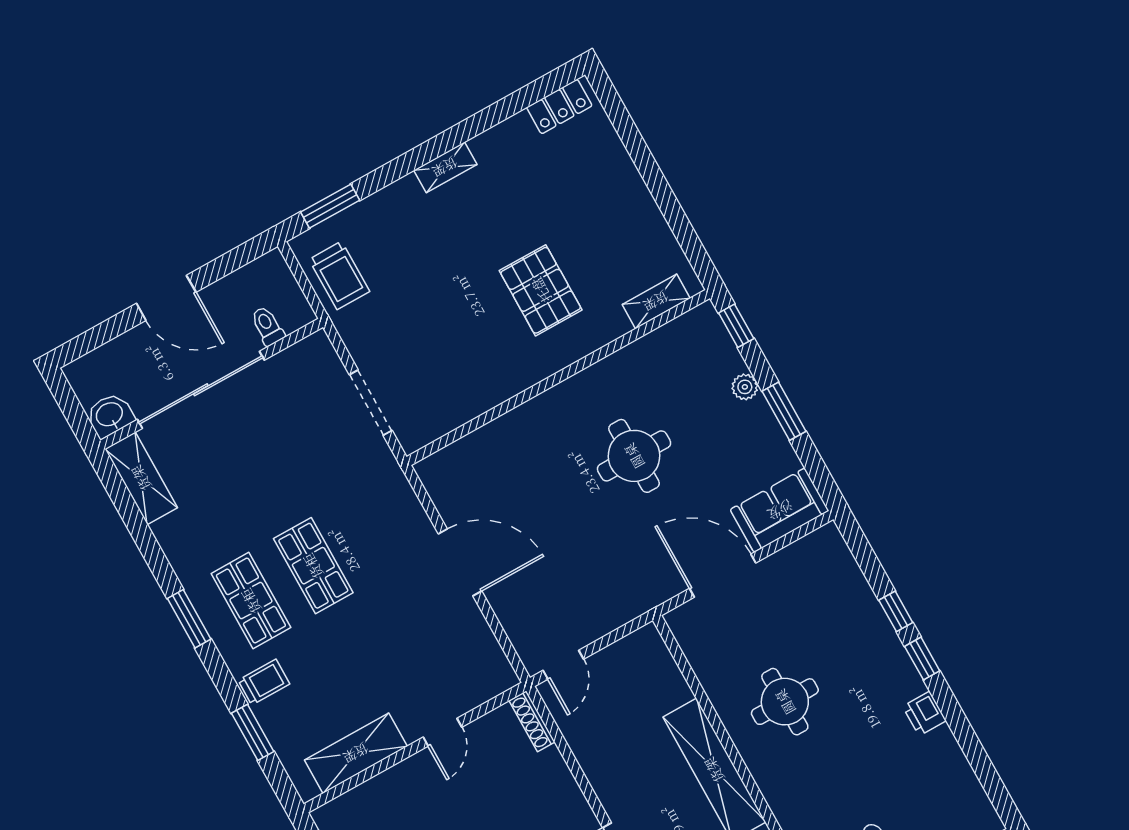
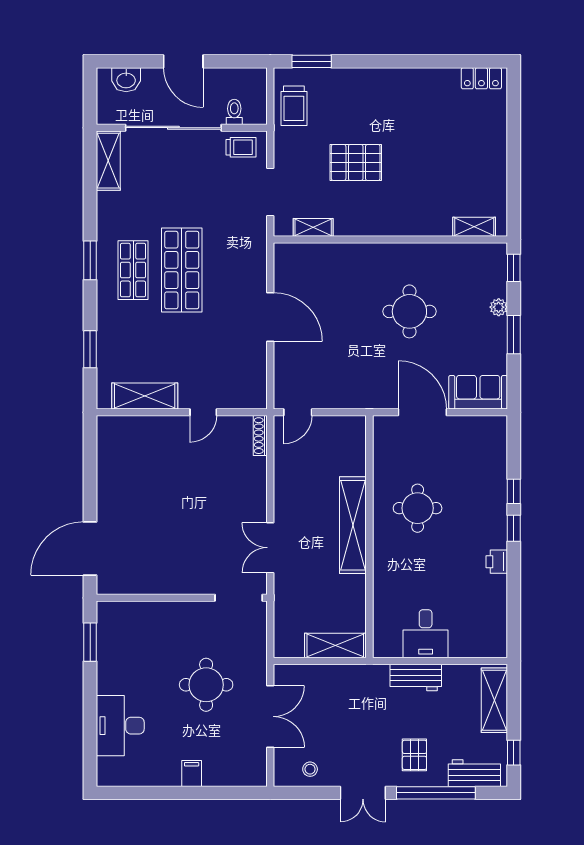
shelving: (445, 167) -> (313, 227), moved
pallet: (541, 290) -> (356, 162), moved, turned 90
washbasin: (110, 415) -> (126, 80), moved, turned 180
shop shelf: (313, 566) -> (182, 270), width x1.43, depth x1.36
trolley: (264, 682) -> (241, 147), moved

